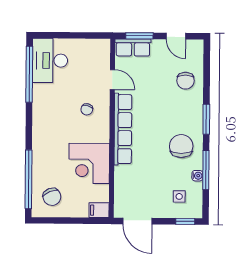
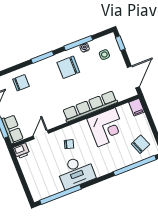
printer: (102, 48) -> (21, 151), added
desk: (50, 61) -> (76, 172), moved
row of seats: (123, 129) -> (90, 106), moved

